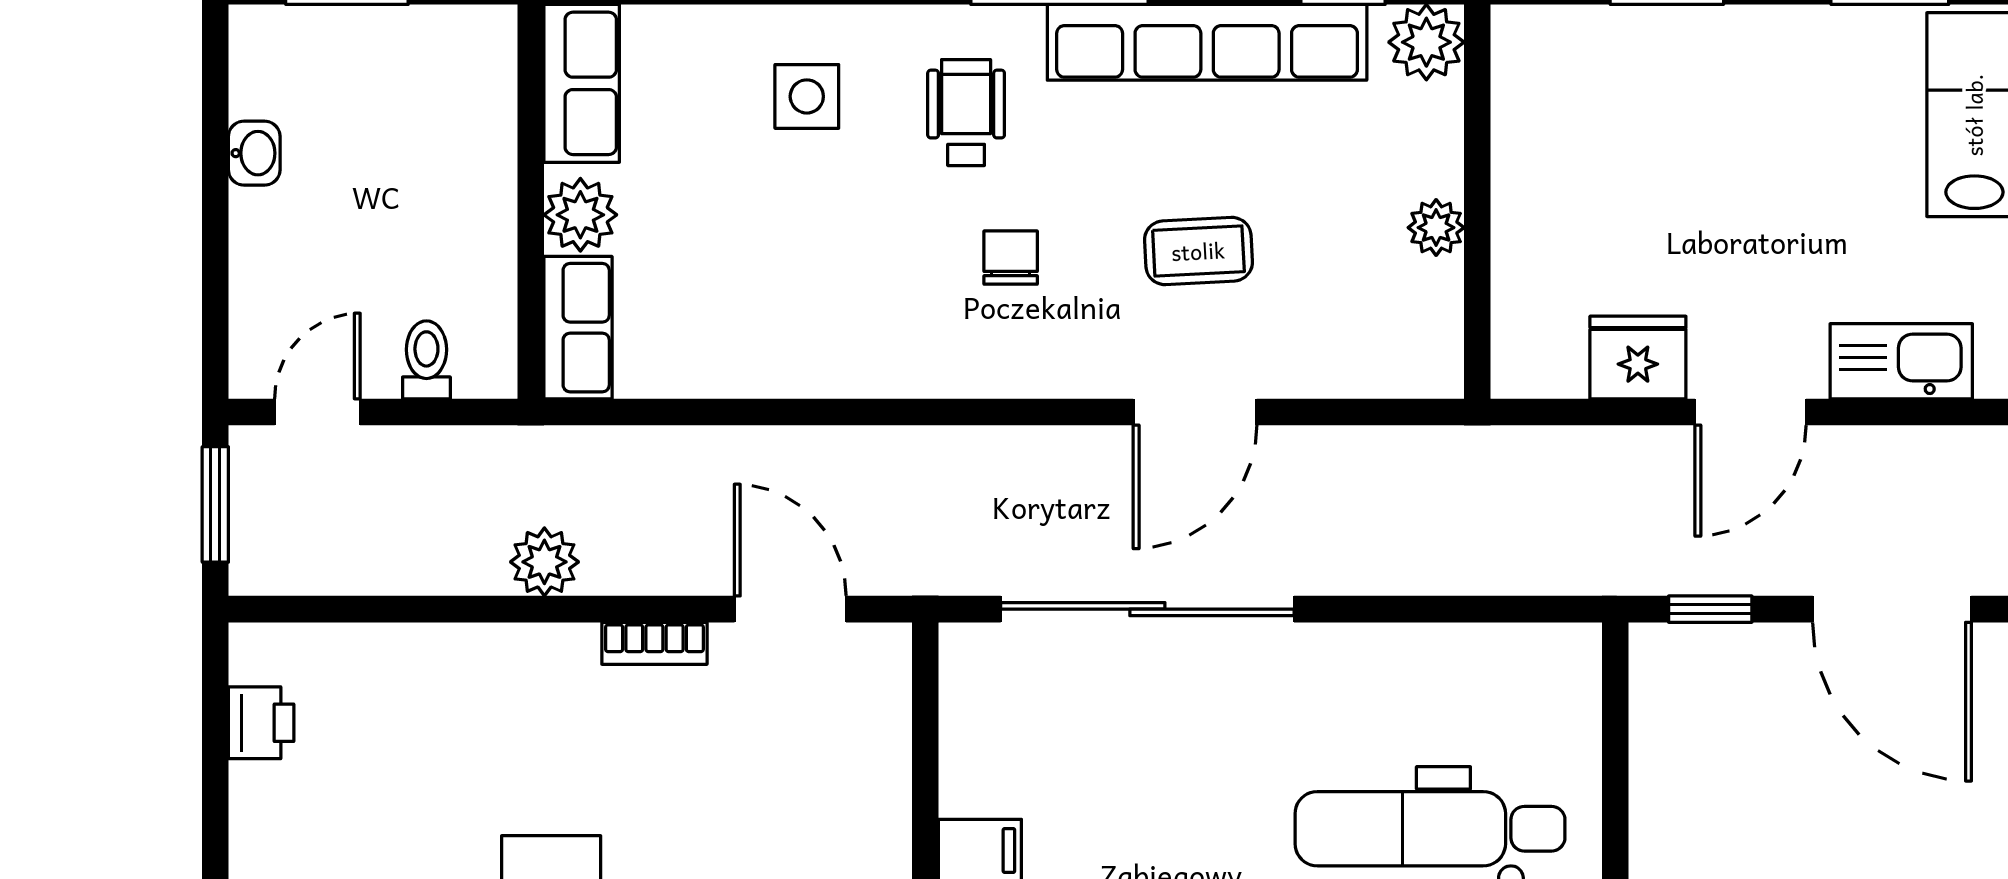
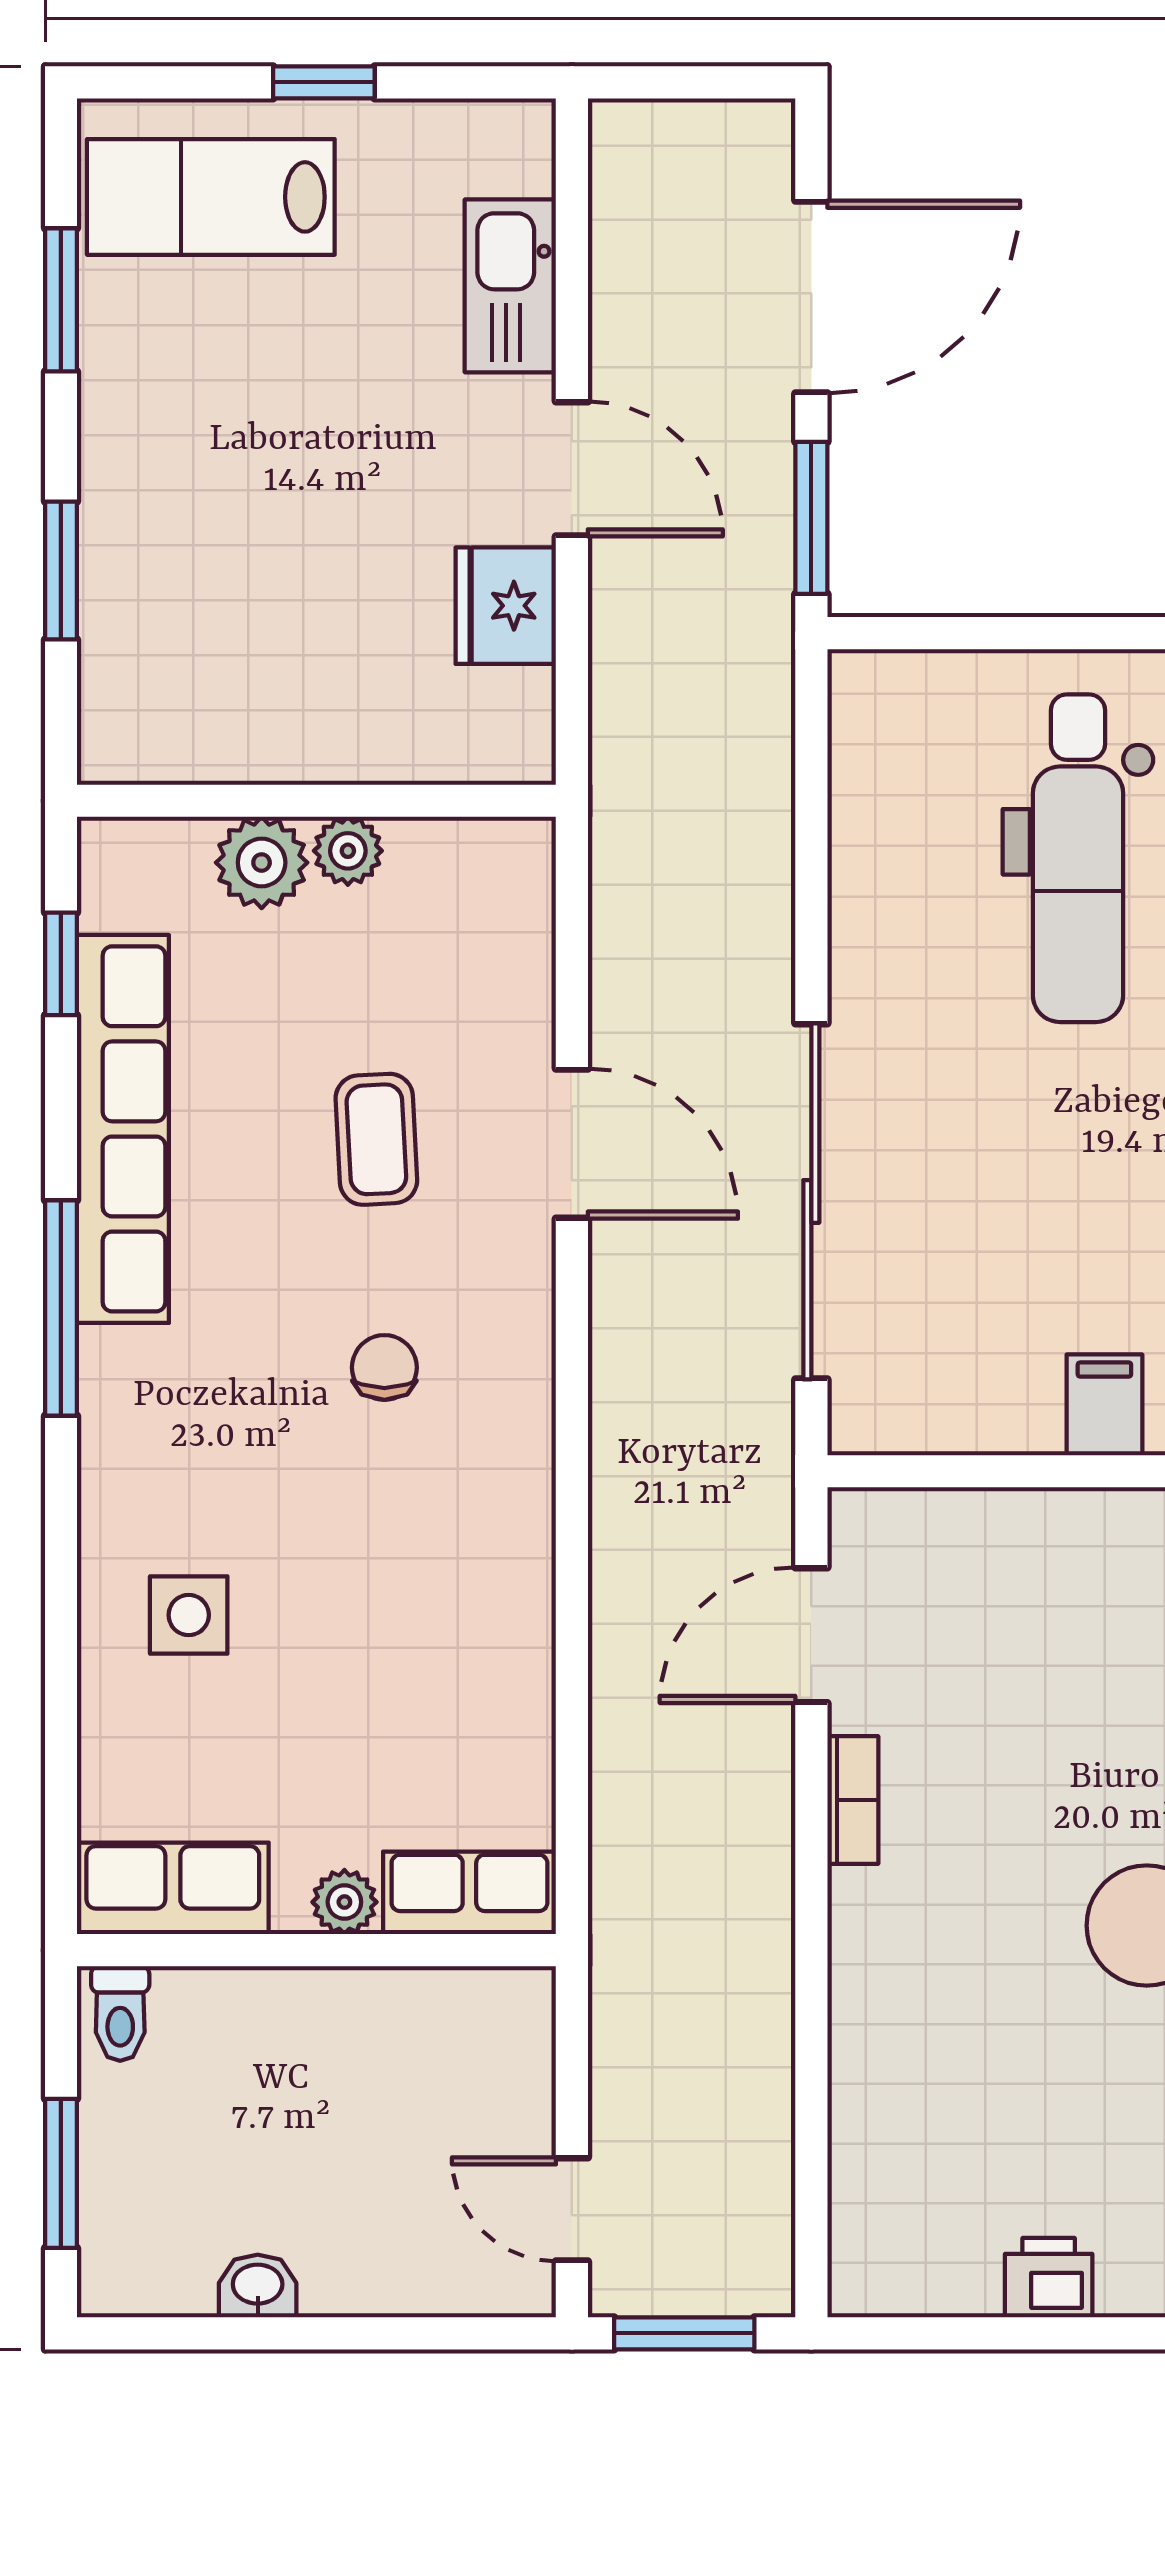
plant: (1426, 42) -> (262, 863), moved
wheelchair: (966, 113) -> (208, 1422), removed
plant: (580, 215) -> (344, 1902), width x0.73, depth x0.73
chair: (1011, 258) -> (384, 1367), turned 90
toilet: (426, 360) -> (120, 2013), moved, turned -90
plant: (544, 562) -> (754, 1934), removed
window: (1710, 609) -> (811, 518), width x1.50
printer: (261, 723) -> (1049, 2278), moved

